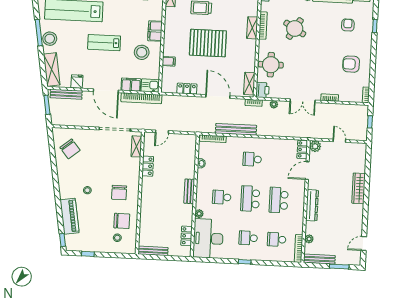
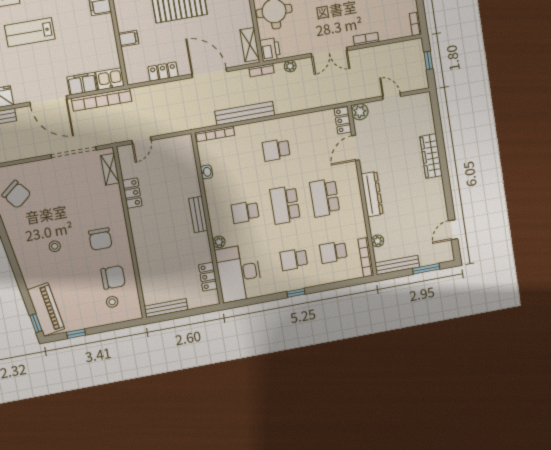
stool: (142, 52) -> (87, 34), removed
piano: (70, 216) -> (46, 309), moved

